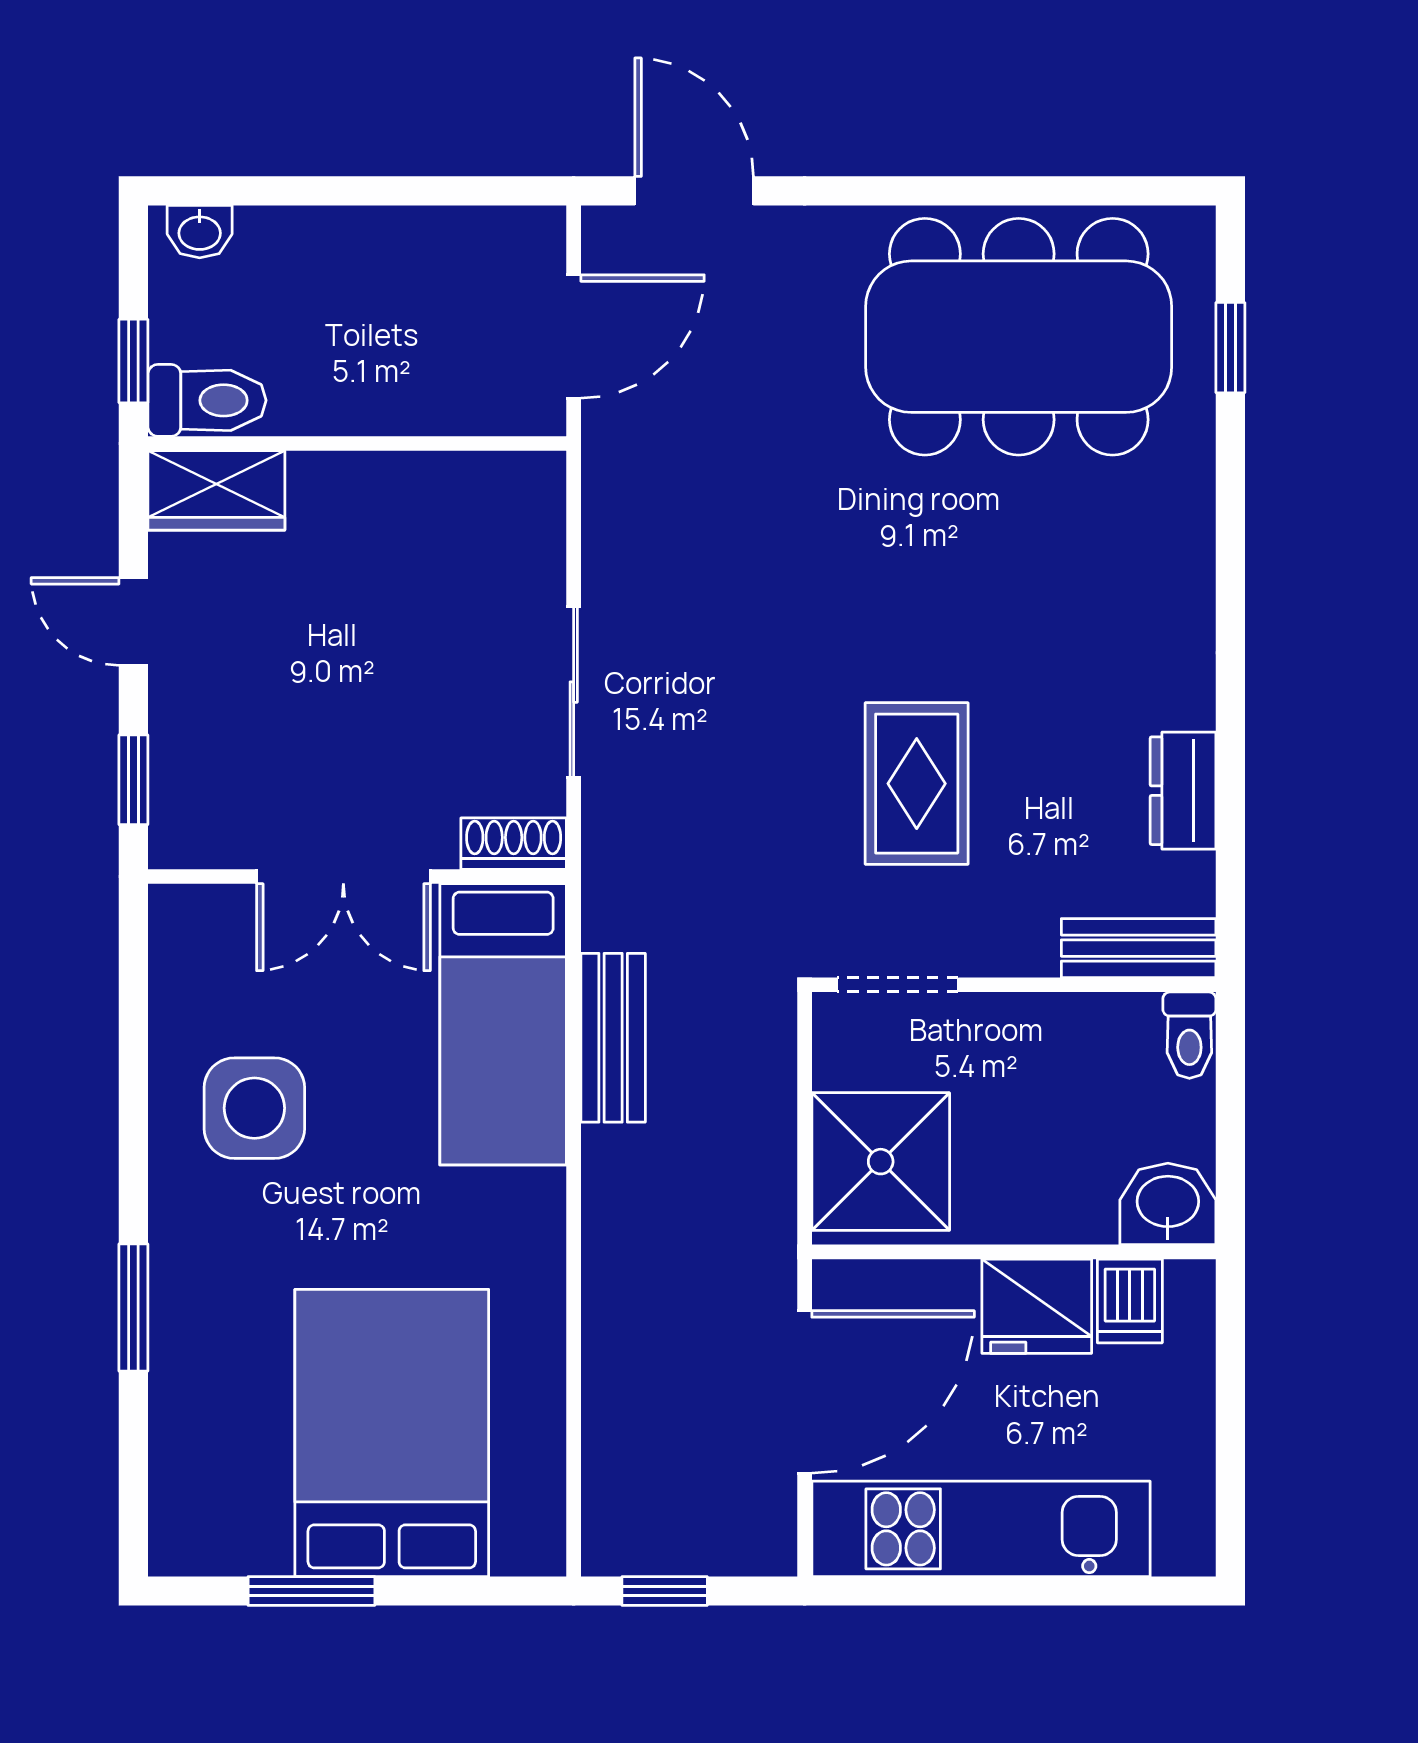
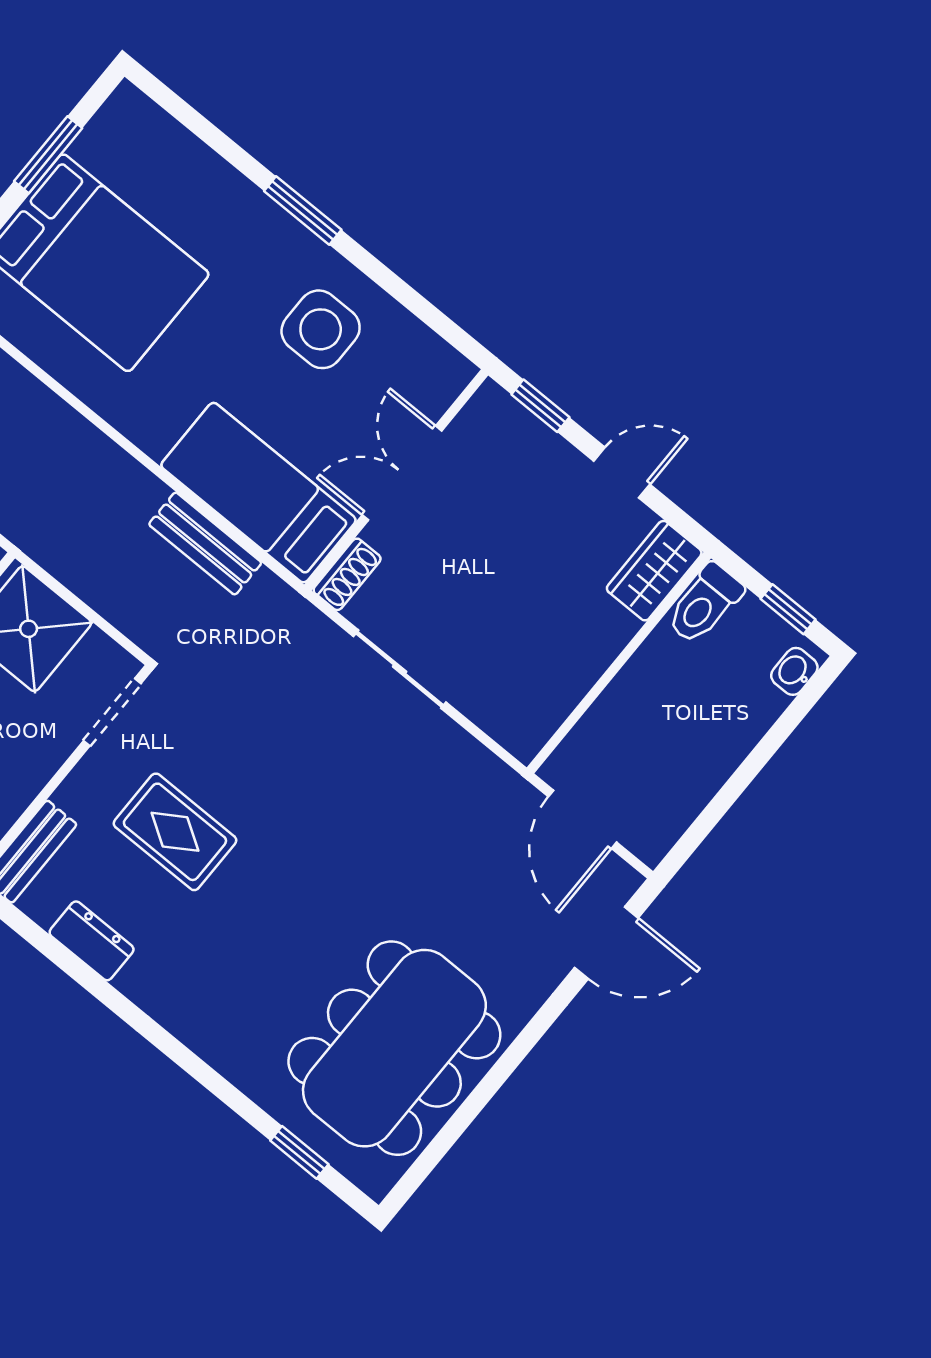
window: (133, 361) -> (788, 609), moved
rug: (917, 784) -> (175, 832), moved
window: (133, 1307) -> (303, 210), moved

